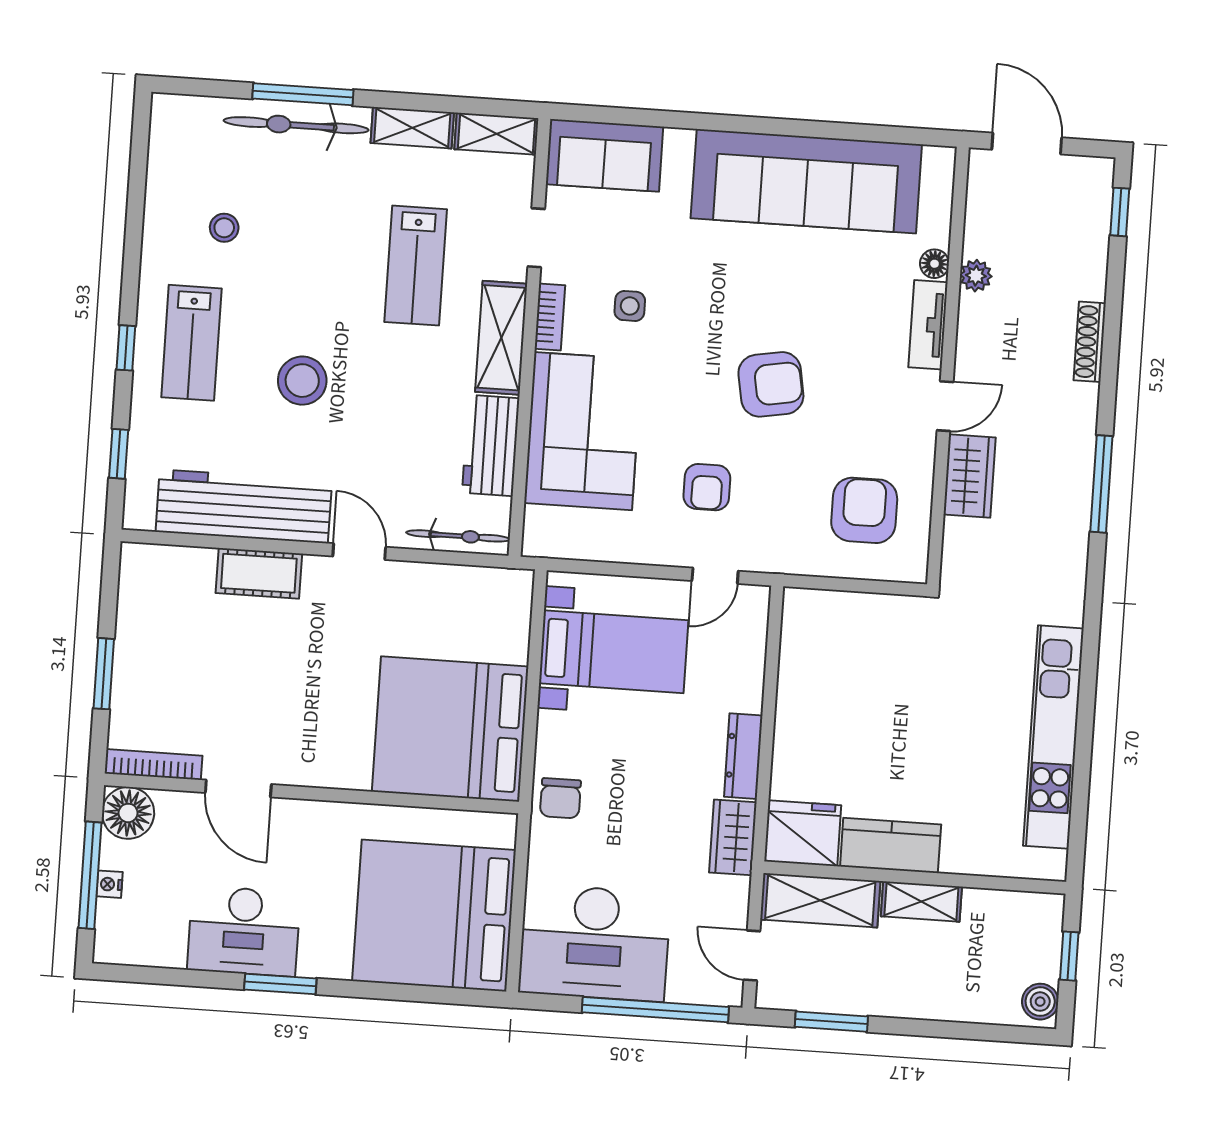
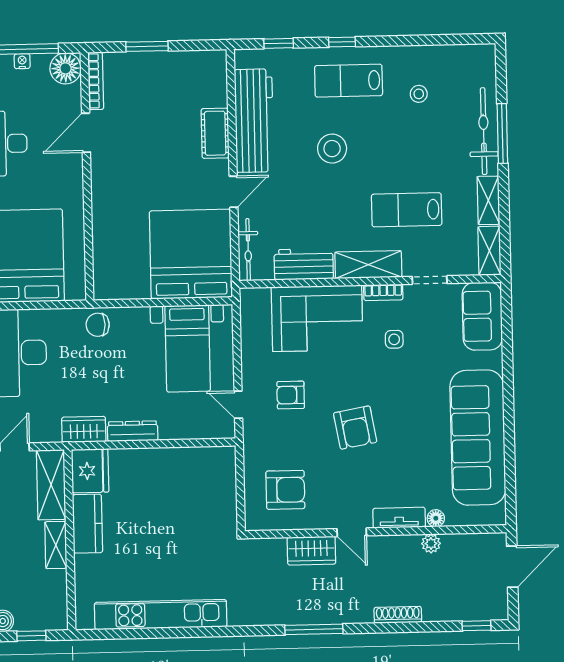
bed: (450, 729) -> (191, 254), moved

